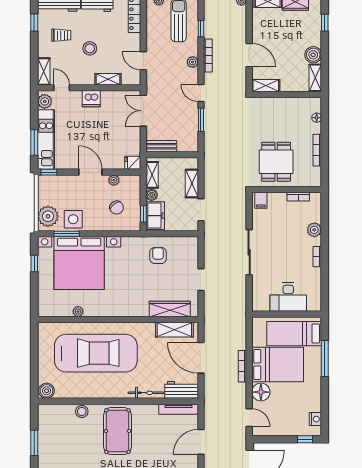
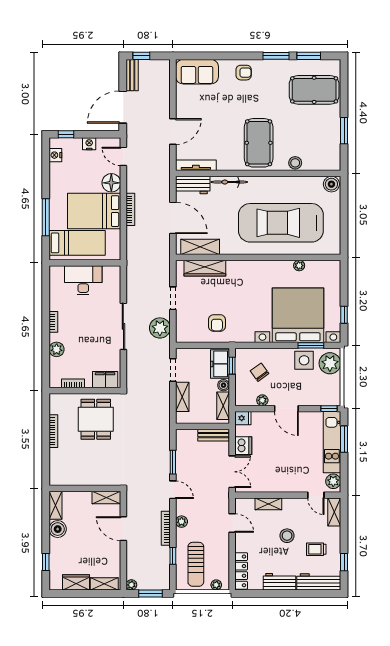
dishwasher: (91, 99) -> (243, 446), moved, turned 90
floor lamp: (317, 118) -> (54, 465), removed
filing cabinet: (261, 200) -> (105, 380), width x2.00
plant: (214, 251) -> (160, 328), added
nightstand: (282, 430) -> (89, 144), added

